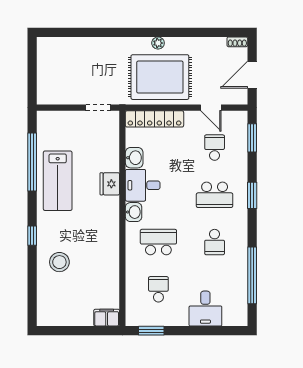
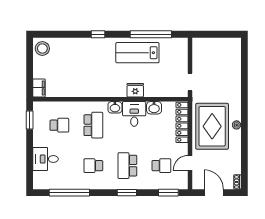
stool: (59, 262) -> (42, 48), moved

